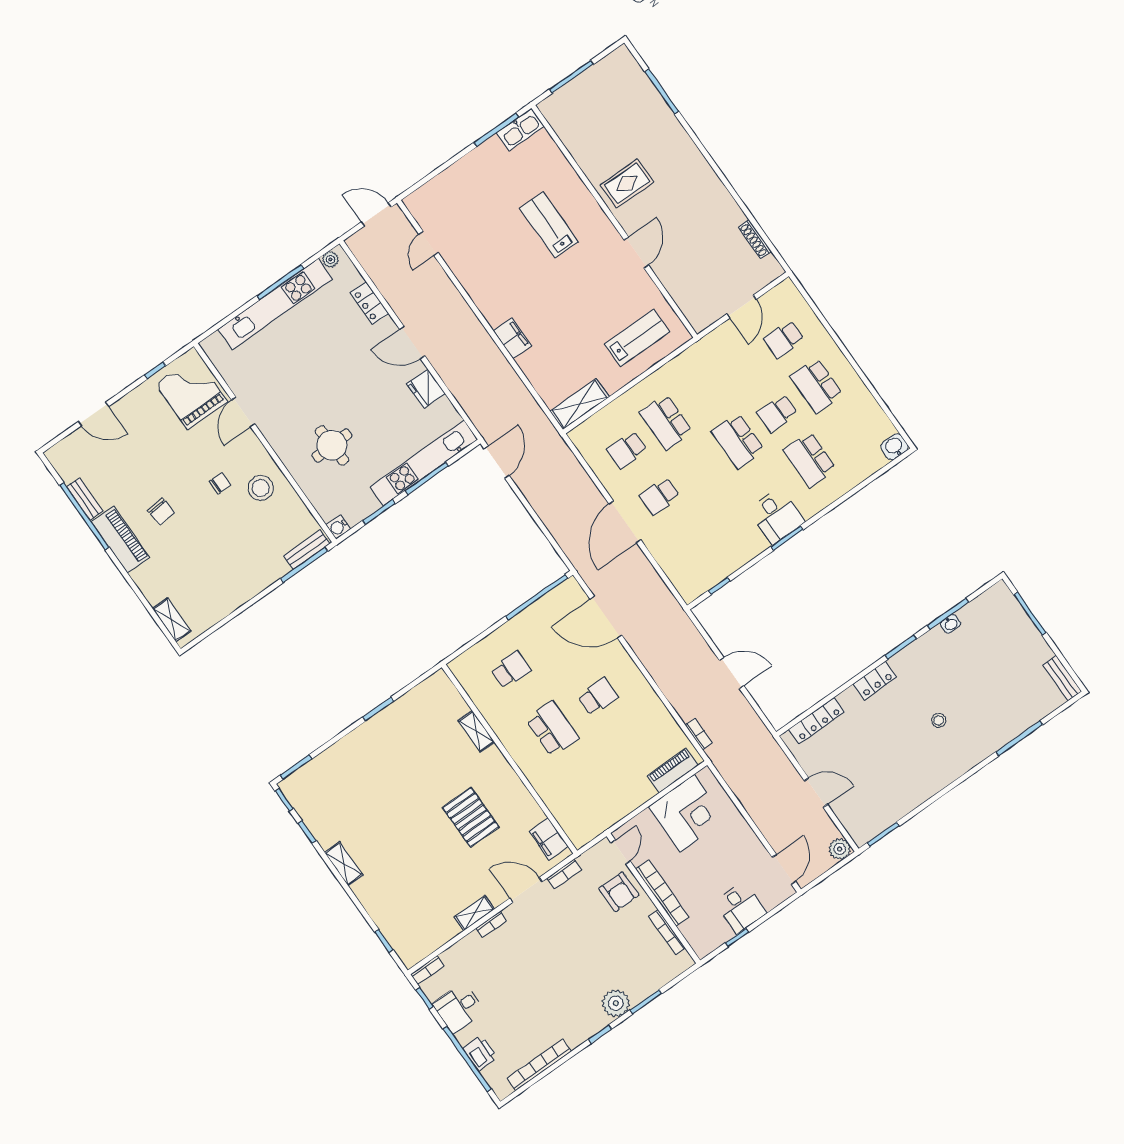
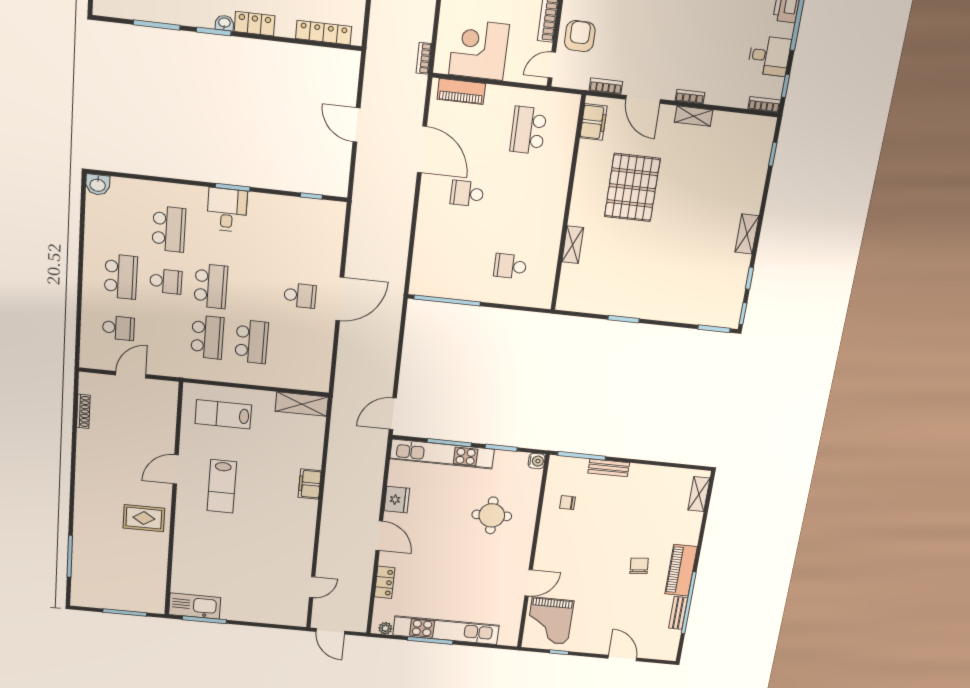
kitchen sink: (520, 129) -> (195, 606), width x1.36, depth x1.24
lab bench: (549, 225) -> (222, 486), moved
school desk: (627, 450) -> (207, 337), moved, width x1.85
chair: (220, 483) -> (568, 503), moved
stool: (261, 488) -> (563, 527), removed
bench: (307, 550) -> (609, 468), moved
door: (606, 617) -> (422, 149), moved
washbasin: (950, 624) -> (224, 23), moved
school desk: (552, 729) -> (528, 130), moved
bookcase: (699, 734) -> (424, 58), moved
pallet: (471, 817) -> (632, 188), width x1.37, depth x1.41

